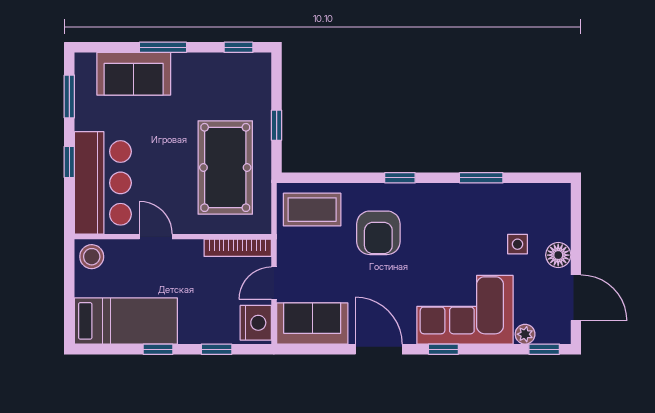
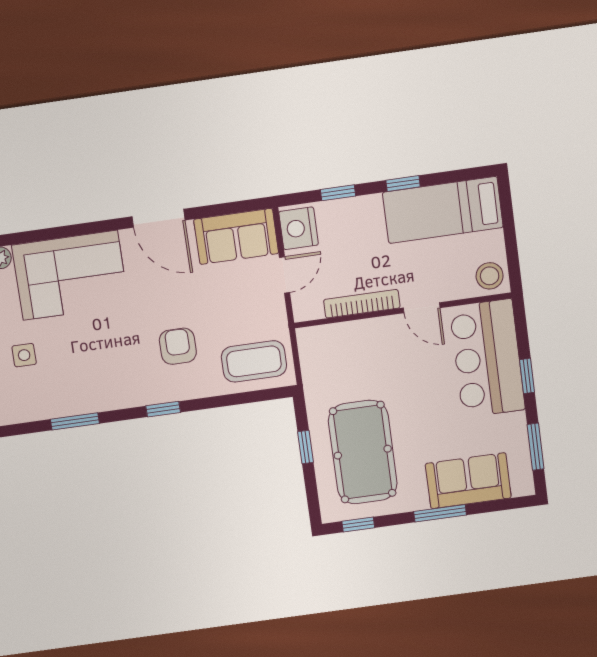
pool table: (225, 167) -> (363, 452), moved
armchair: (378, 233) -> (178, 346), width x0.72, depth x0.72
bookcase: (238, 248) -> (362, 304), moved
window: (443, 349) -> (87, 228), removed

